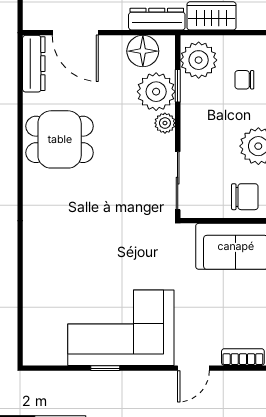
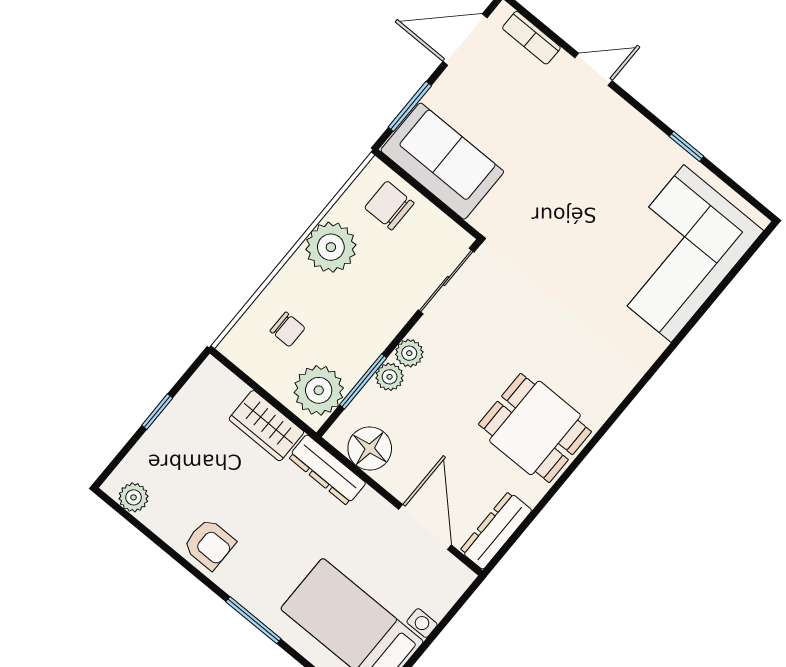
window: (178, 86) -> (363, 381), width x1.50
plant: (156, 92) -> (390, 377), width x0.53, depth x0.53
corner sofa: (121, 328) -> (677, 254), moved, turned 90

